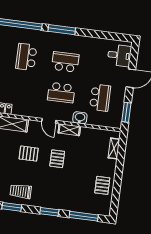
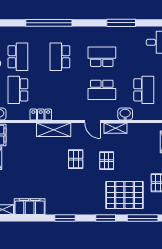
window: (62, 30) -> (121, 23), moved
pallet: (29, 154) -> (76, 159), turned 90
trolley: (21, 191) -> (72, 200), removed
pallet: (70, 193) -> (124, 195), added

